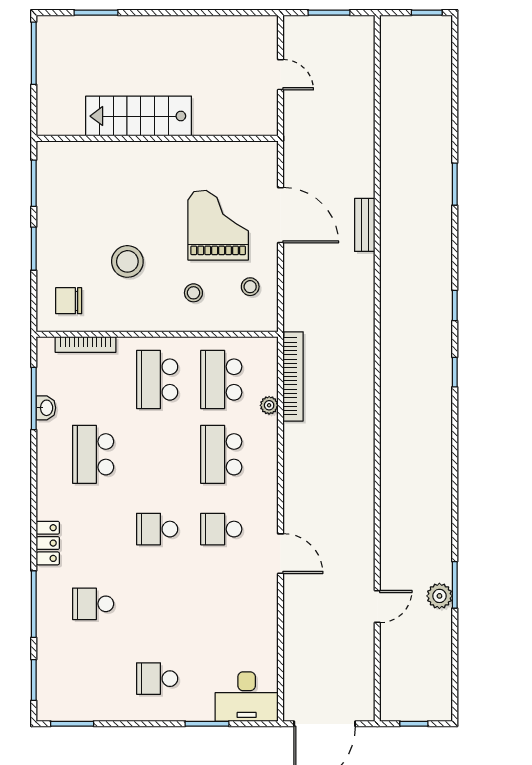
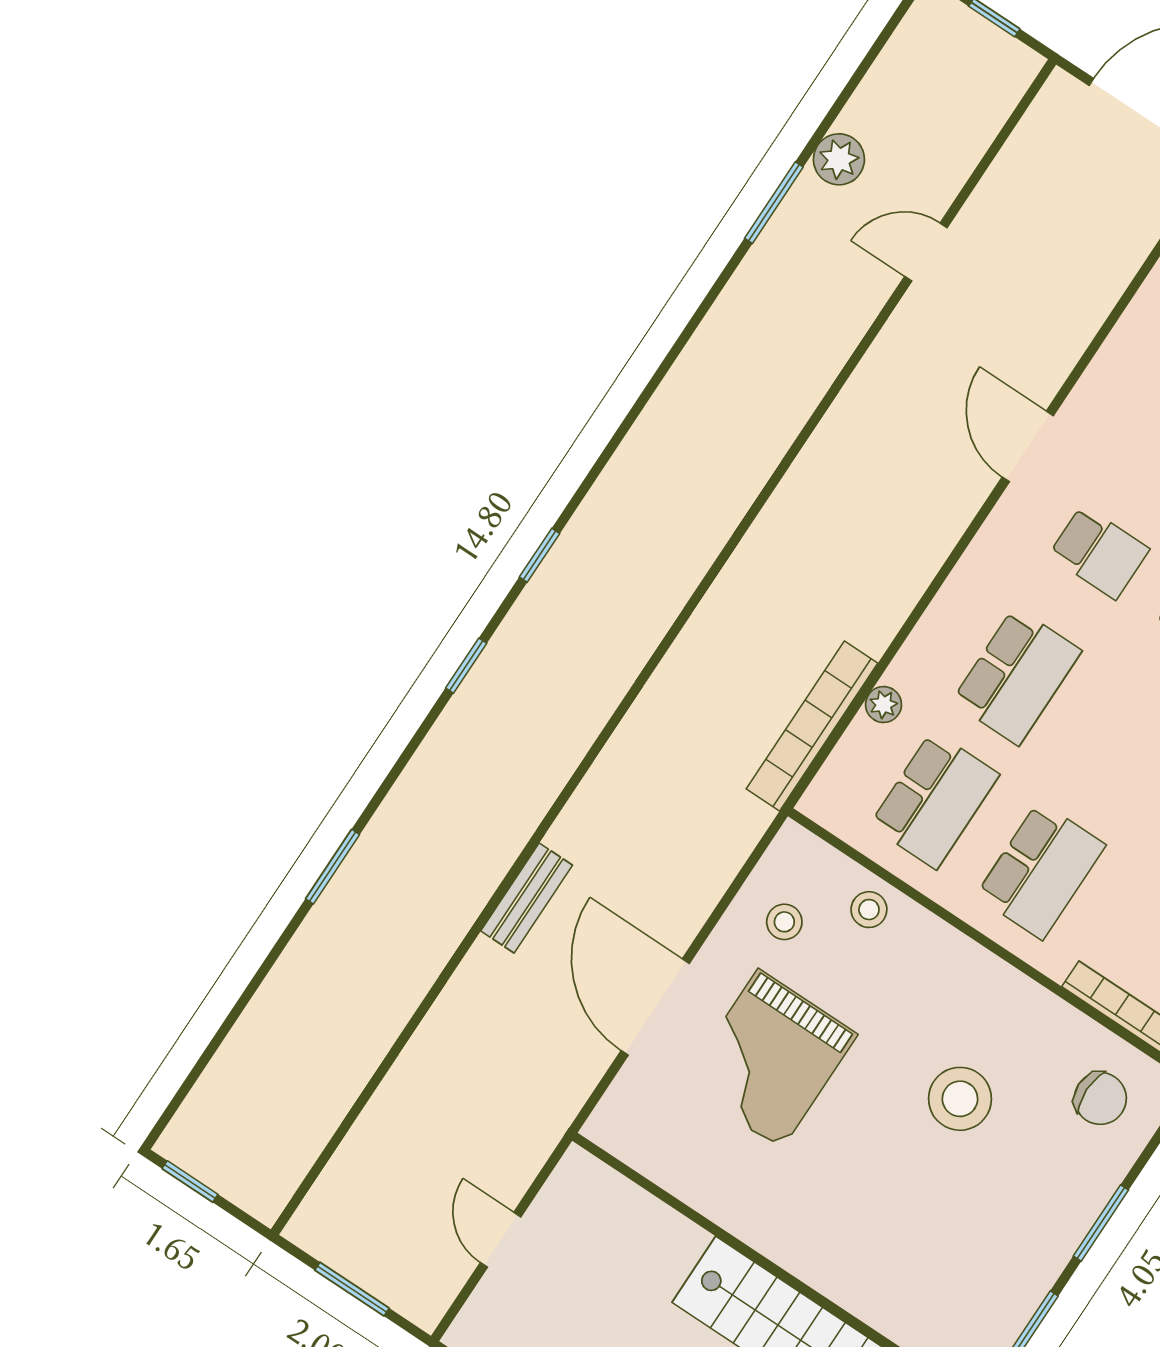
stool: (193, 293) -> (869, 910), moved
plant: (439, 596) -> (839, 159), moved

